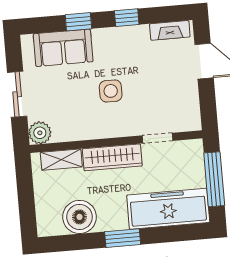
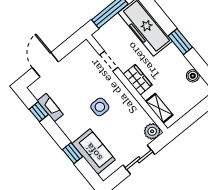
window: (127, 18) -> (39, 112), moved
fireplace: (170, 30) -> (50, 108), moved
wardrobe: (112, 157) -> (138, 80), width x0.67
boiler: (79, 217) -> (193, 76), width x0.54, depth x0.54

